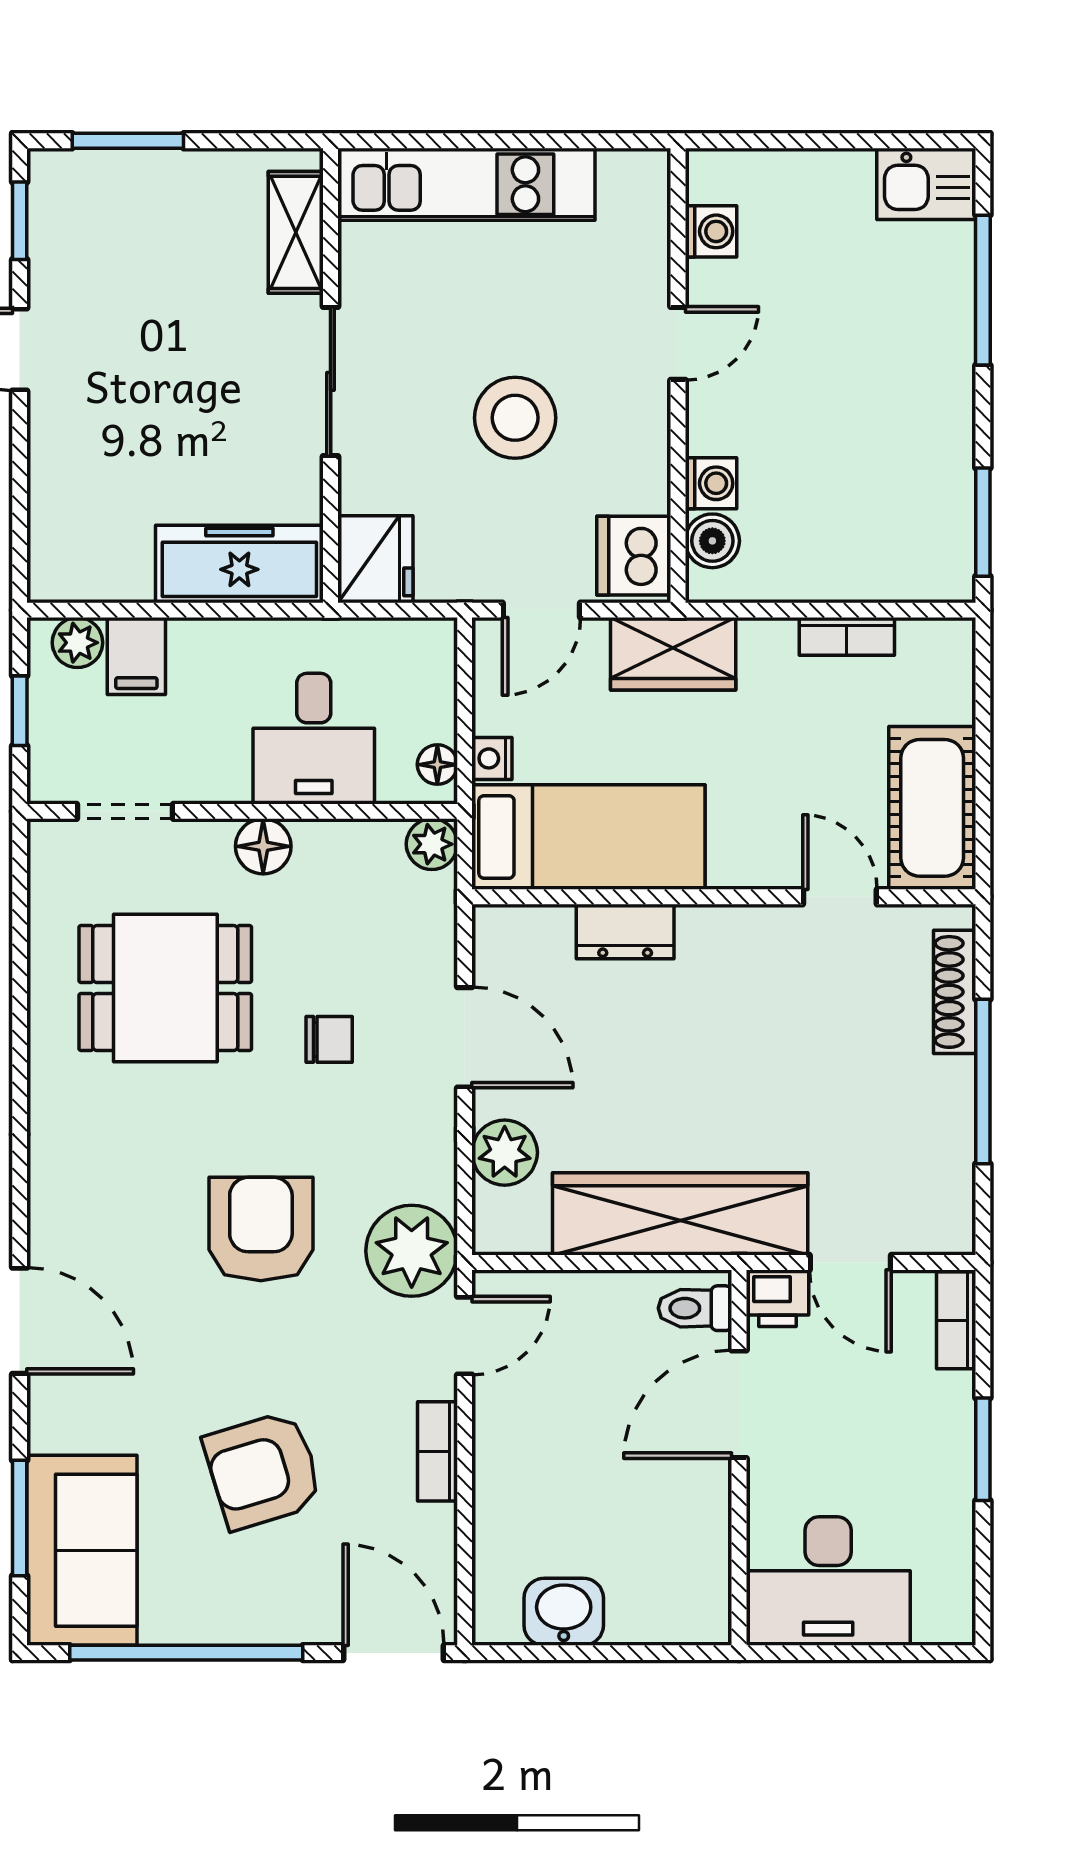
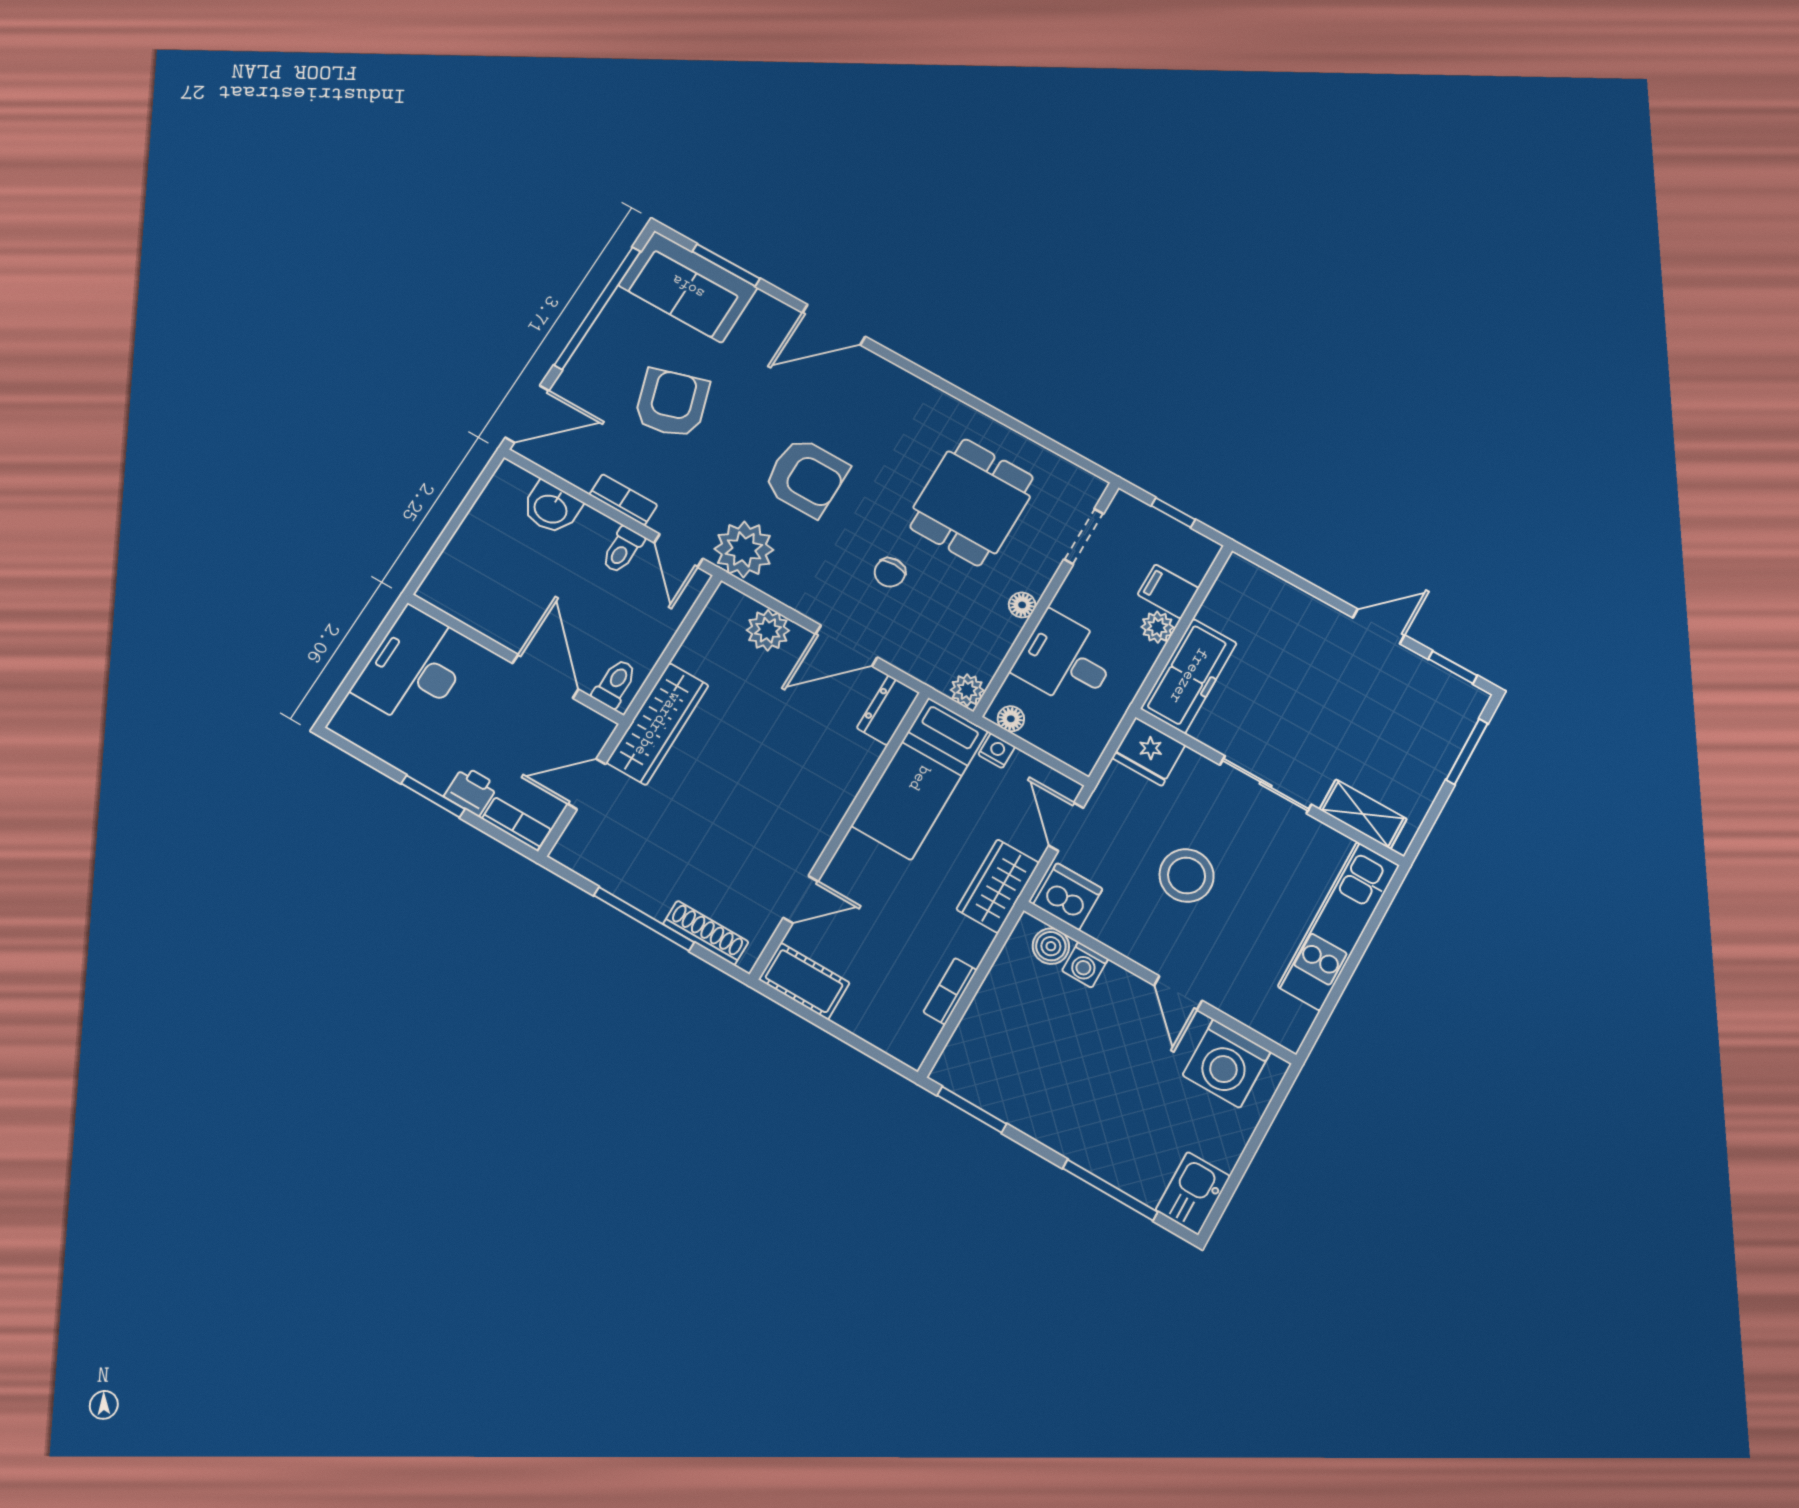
washing machine: (711, 231) -> (1227, 1063), width x1.89, depth x1.89
plant: (77, 643) -> (1157, 627), moved
cot: (932, 808) -> (804, 981), width x0.73, depth x0.75
floor lamp: (263, 846) -> (1022, 605), width x0.73, depth x0.73
dresser: (625, 931) -> (888, 710), moved
wardrobe: (680, 1214) -> (658, 724), width x0.71, depth x0.85
printer: (778, 1298) -> (471, 791), moved, turned 90
toilet: (507, 1410) -> (622, 550), added
washbasin: (564, 1612) -> (551, 508), moved, turned 90

